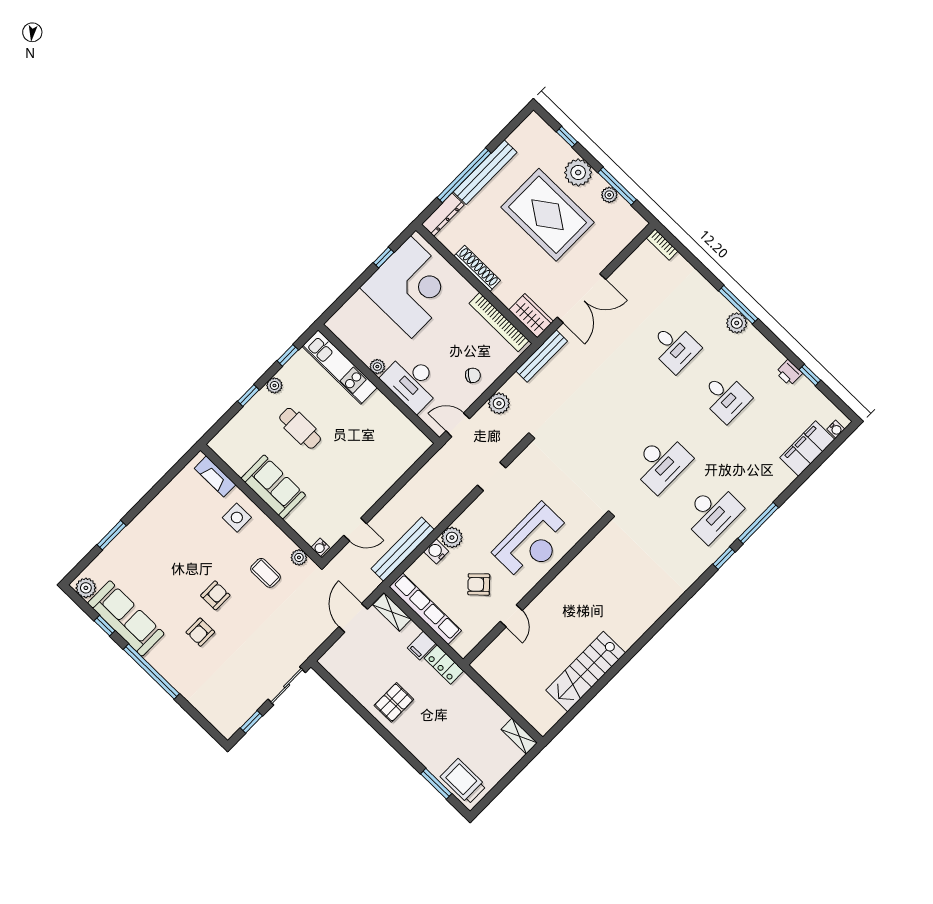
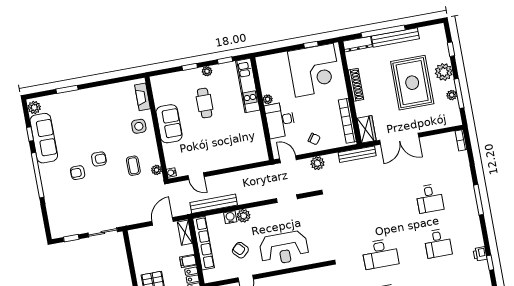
plant: (737, 323) -> (471, 209), removed

